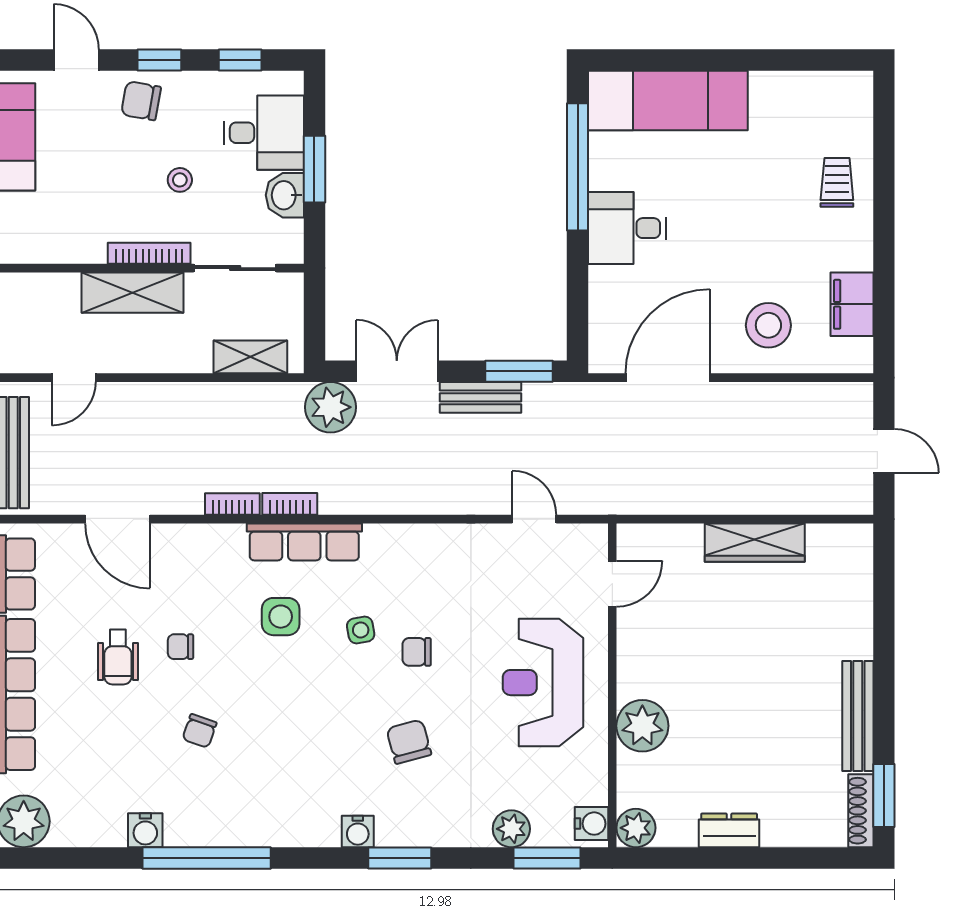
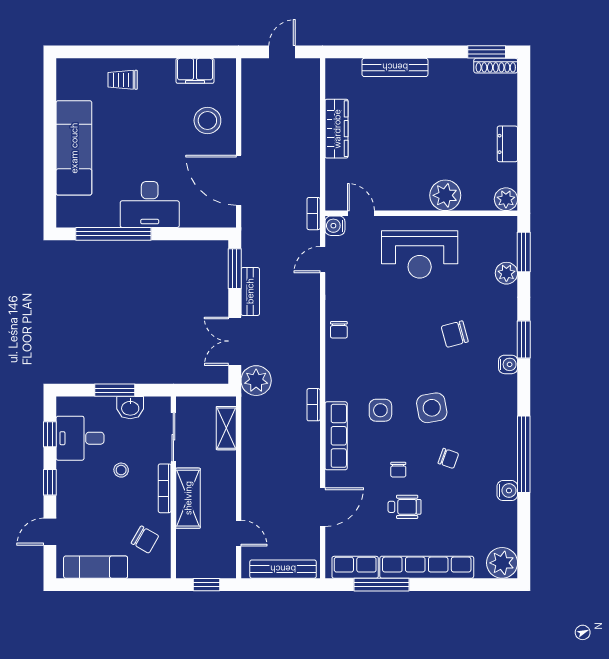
exam couch: (668, 100) -> (74, 148), moved
chair: (141, 101) -> (145, 540), moved, turned -70
desk: (264, 133) -> (80, 438), moved, turned -90
desk: (627, 228) -> (150, 204), width x1.37
bookcase: (232, 504) -> (314, 214), moved
row of seats: (304, 542) -> (336, 436), moved
side table: (361, 630) -> (432, 408), moved, width x1.87, depth x1.87
chair: (417, 652) -> (339, 330), moved
bench: (858, 716) -> (395, 67), moved
water cooler: (591, 824) -> (335, 226), moved, turned -90

